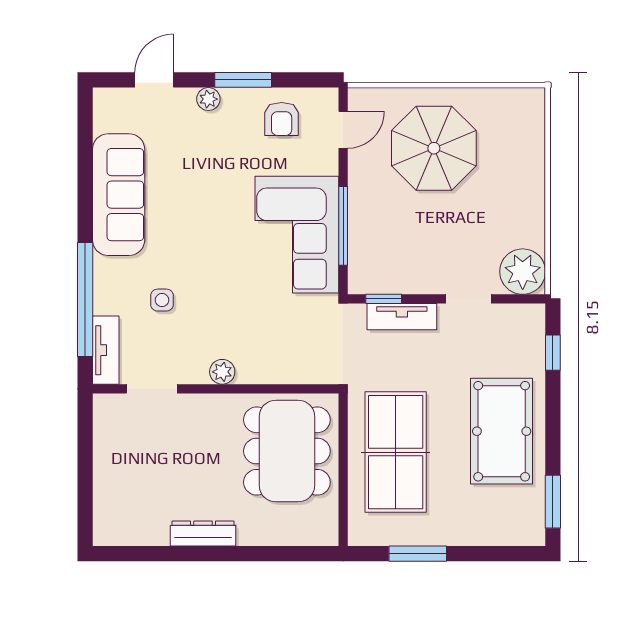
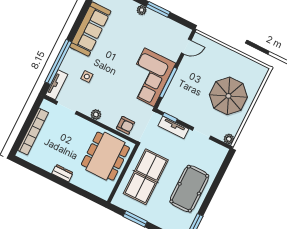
armchair: (282, 119) -> (126, 125), moved, turned -90
parasol: (434, 148) -> (228, 96), moved
plant: (523, 272) -> (229, 139), width x0.53, depth x0.53
window: (553, 353) -> (223, 169), removed
bookcase: (106, 476) -> (33, 132), added
dresser: (203, 534) -> (62, 173), width x0.70

